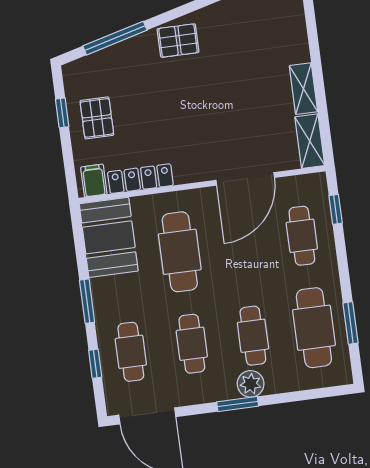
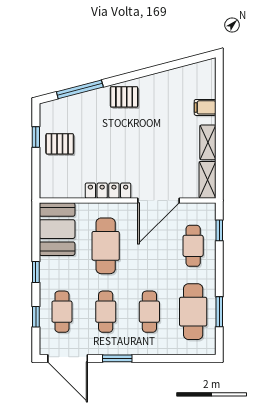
pallet: (97, 118) -> (60, 144), turned 90
locker: (140, 179) -> (108, 191), moved
filing cabinet: (94, 181) -> (205, 107), moved, turned -90
window: (87, 301) -> (36, 272), width x0.67
plant: (251, 384) -> (143, 345), removed
window: (238, 404) -> (117, 358), moved

